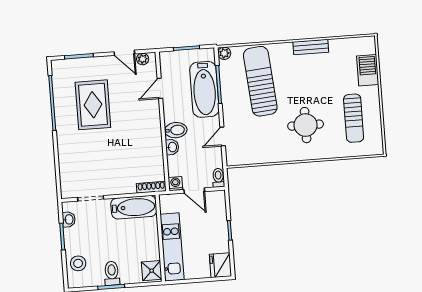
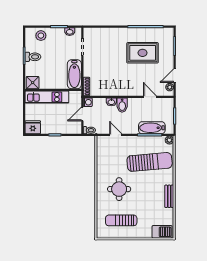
barbecue: (368, 70) -> (162, 232), moved
bathtub: (204, 89) -> (152, 128), width x0.73, depth x0.73

